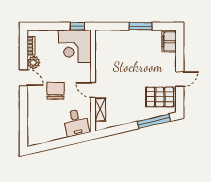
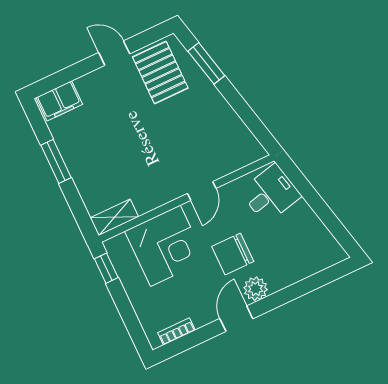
corner desk: (75, 46) -> (165, 246), moved
plant: (33, 63) -> (256, 289), moved
shelving: (100, 110) -> (114, 217), moved
window: (154, 121) -> (206, 63), width x0.69

